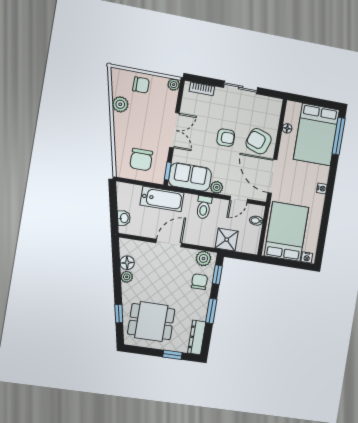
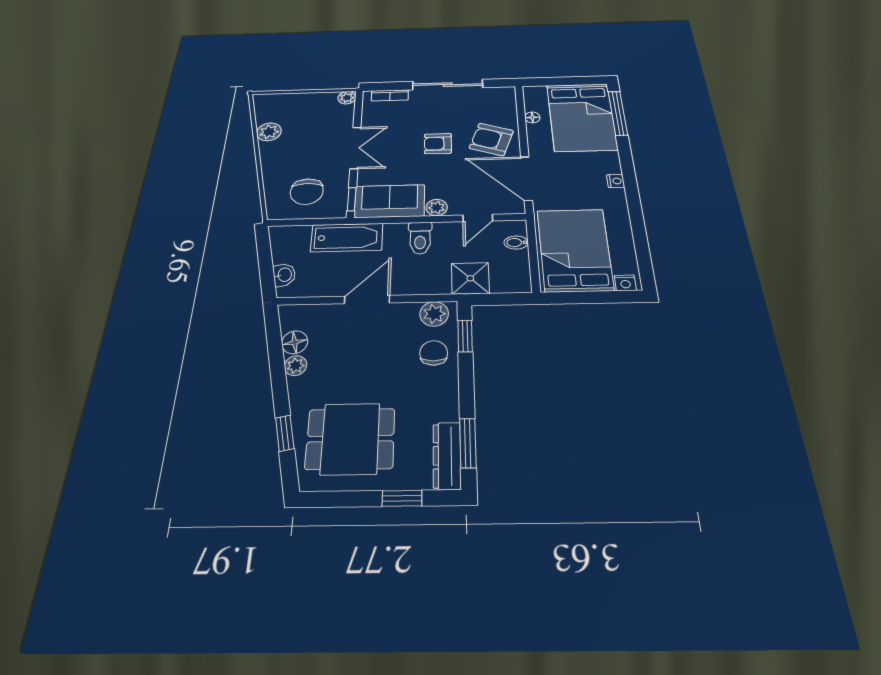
chair: (141, 85) -> (298, 106), removed
sliding door: (241, 88) -> (448, 85), width x1.37
armchair: (226, 138) -> (438, 144), turned 180
window: (211, 311) -> (468, 443), moved

